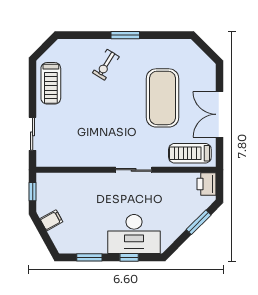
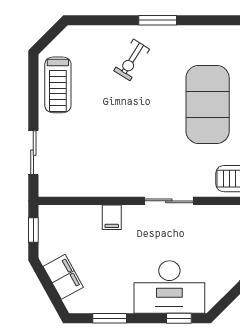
filing cabinet: (91, 182) -> (112, 217), added
filing cabinet: (51, 220) -> (63, 277), width x2.00
window: (129, 257) -> (179, 318), moved

